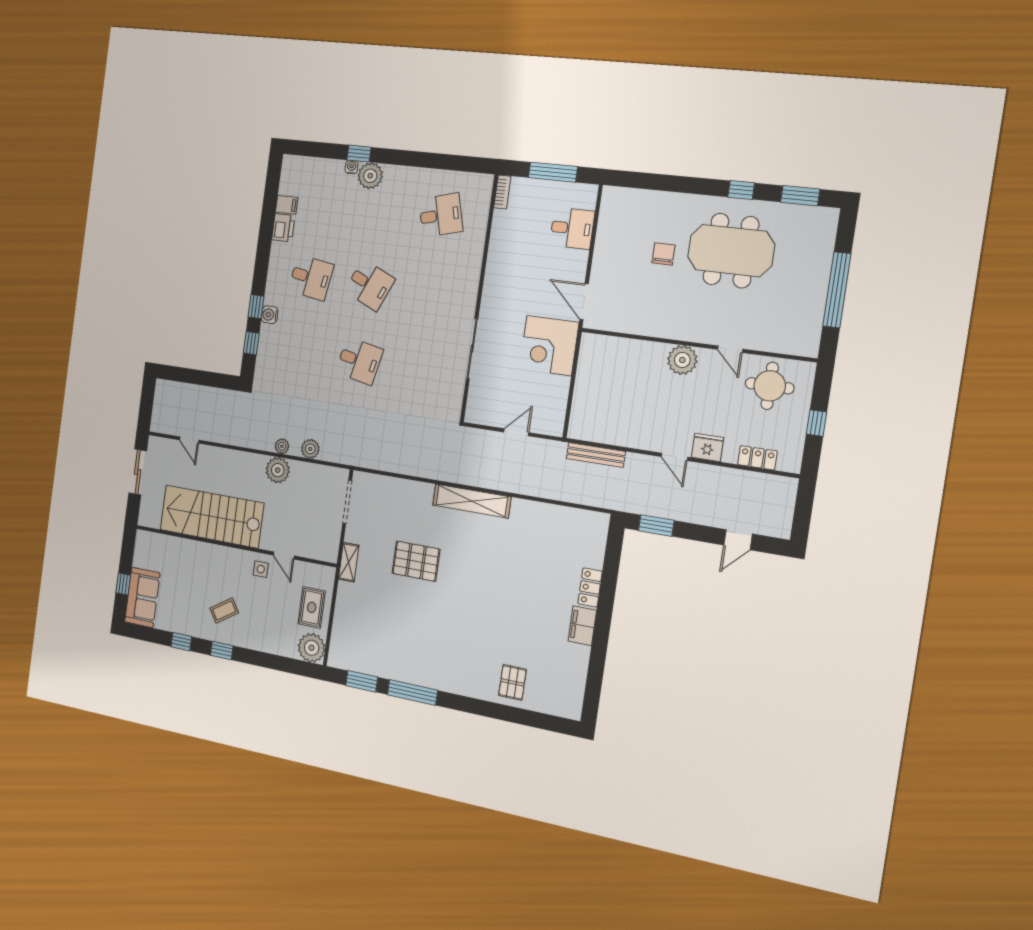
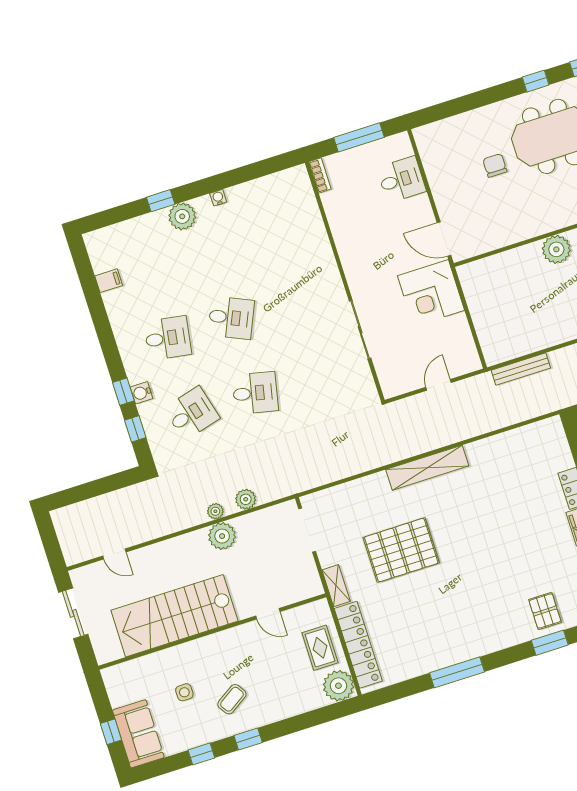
water cooler: (352, 167) -> (218, 198), moved
desk: (441, 215) -> (192, 413), moved
printer: (283, 228) -> (116, 304), removed
pallet: (416, 561) -> (401, 550), width x1.37, depth x1.41
side table: (261, 569) -> (184, 692), moved
locker: (343, 622) -> (358, 645), added
window: (362, 681) -> (550, 643), moved

